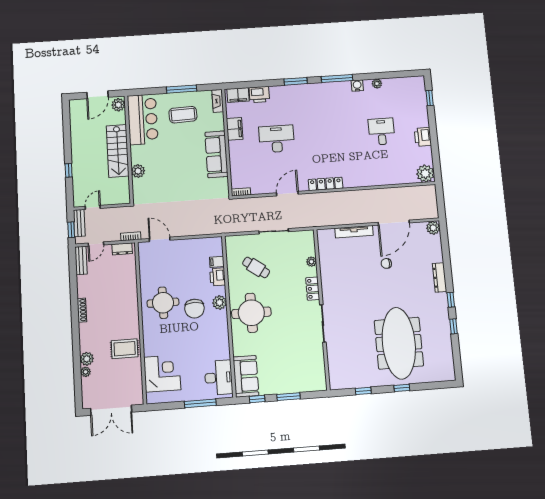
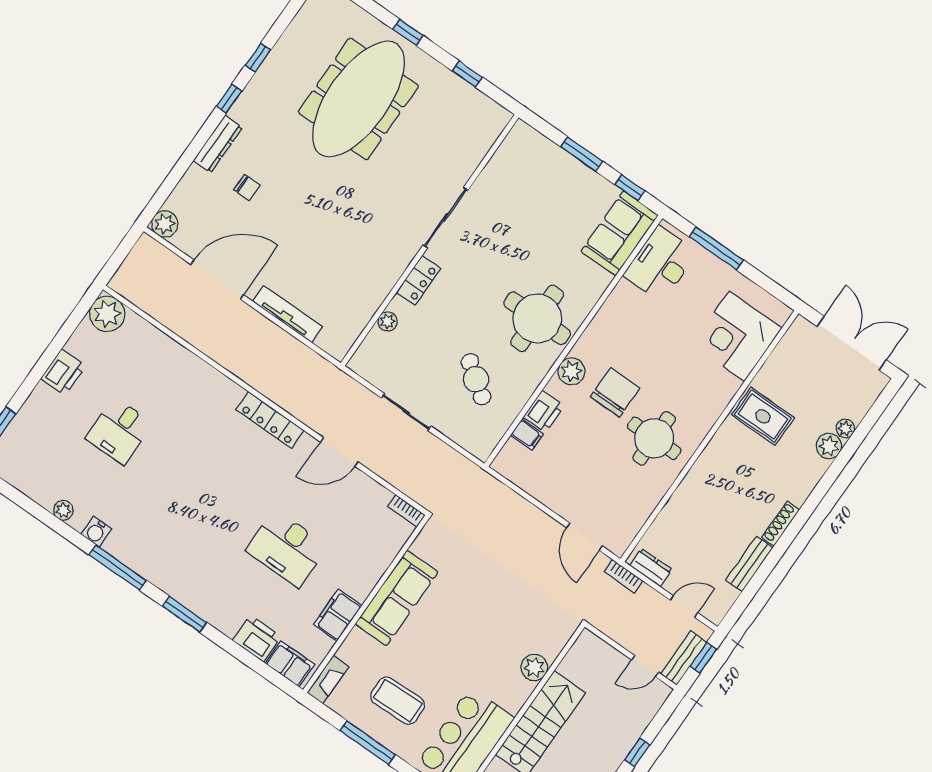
bench: (81, 260) -> (749, 564), moved
chair: (386, 263) -> (247, 188), moved

